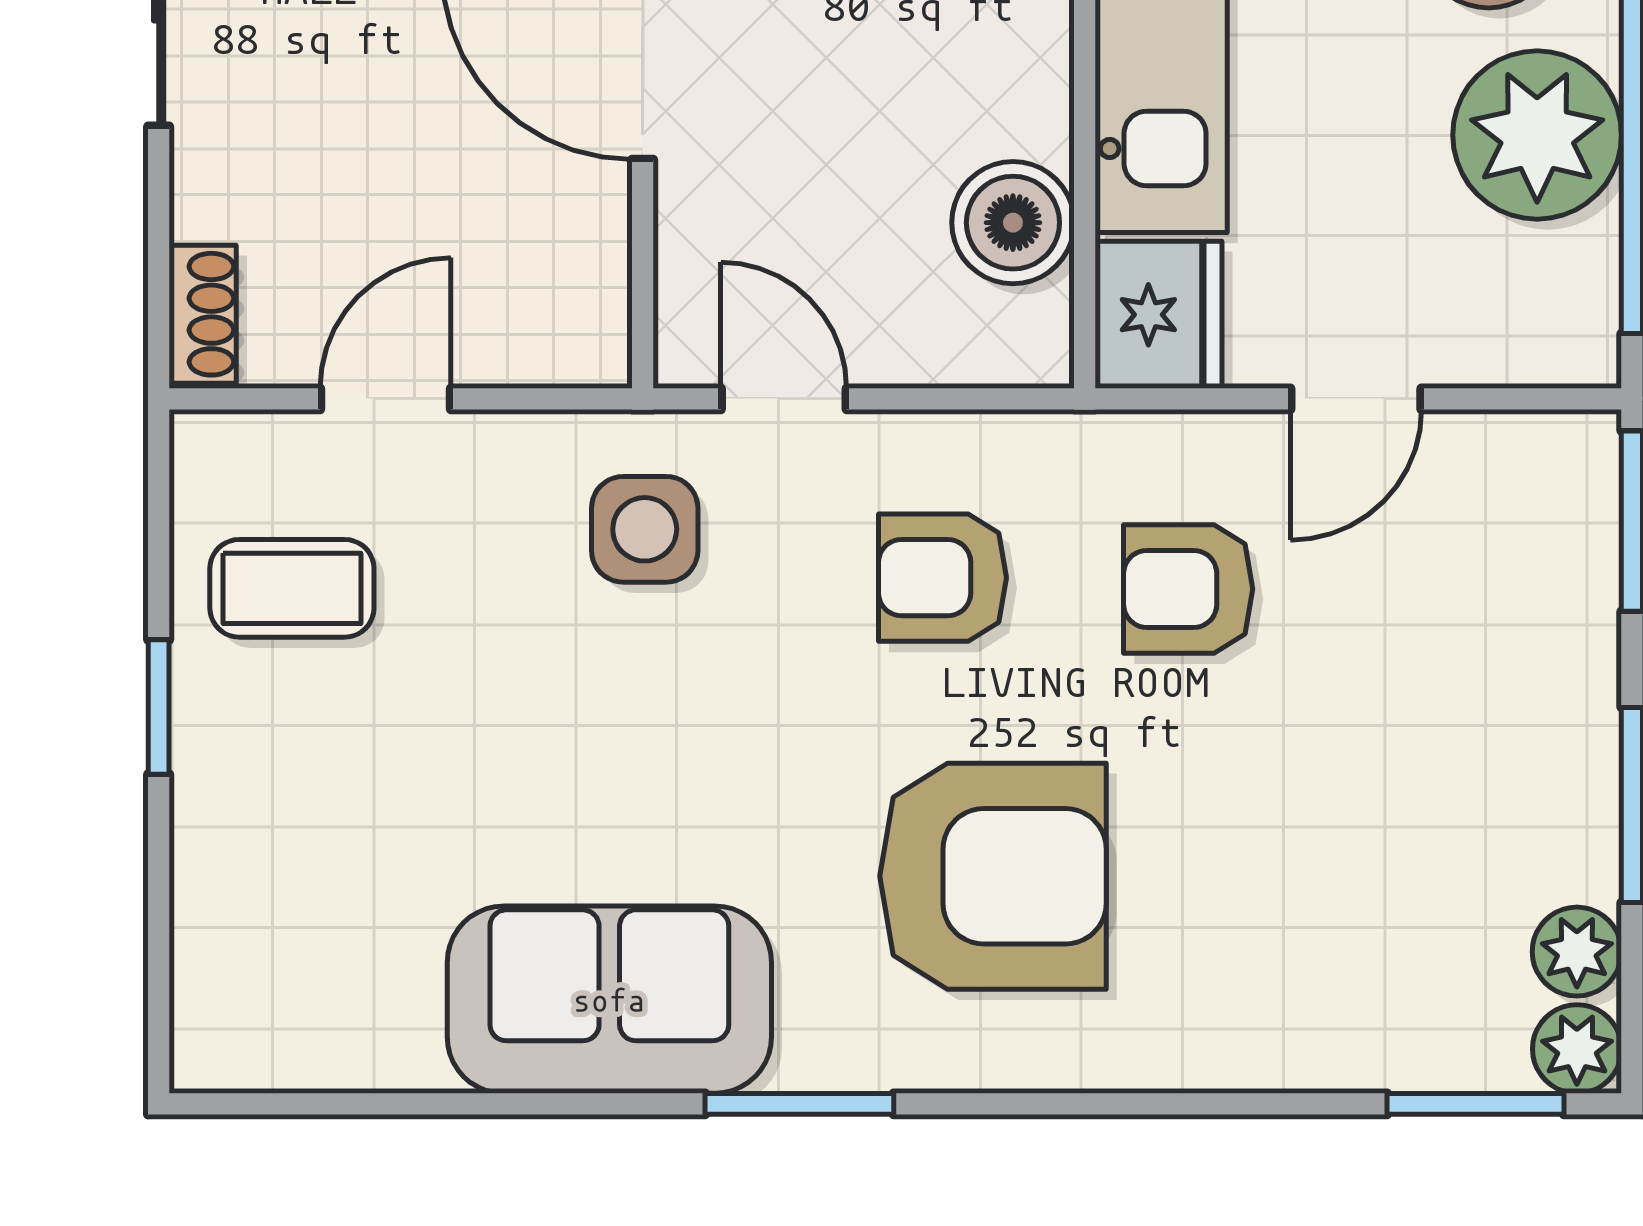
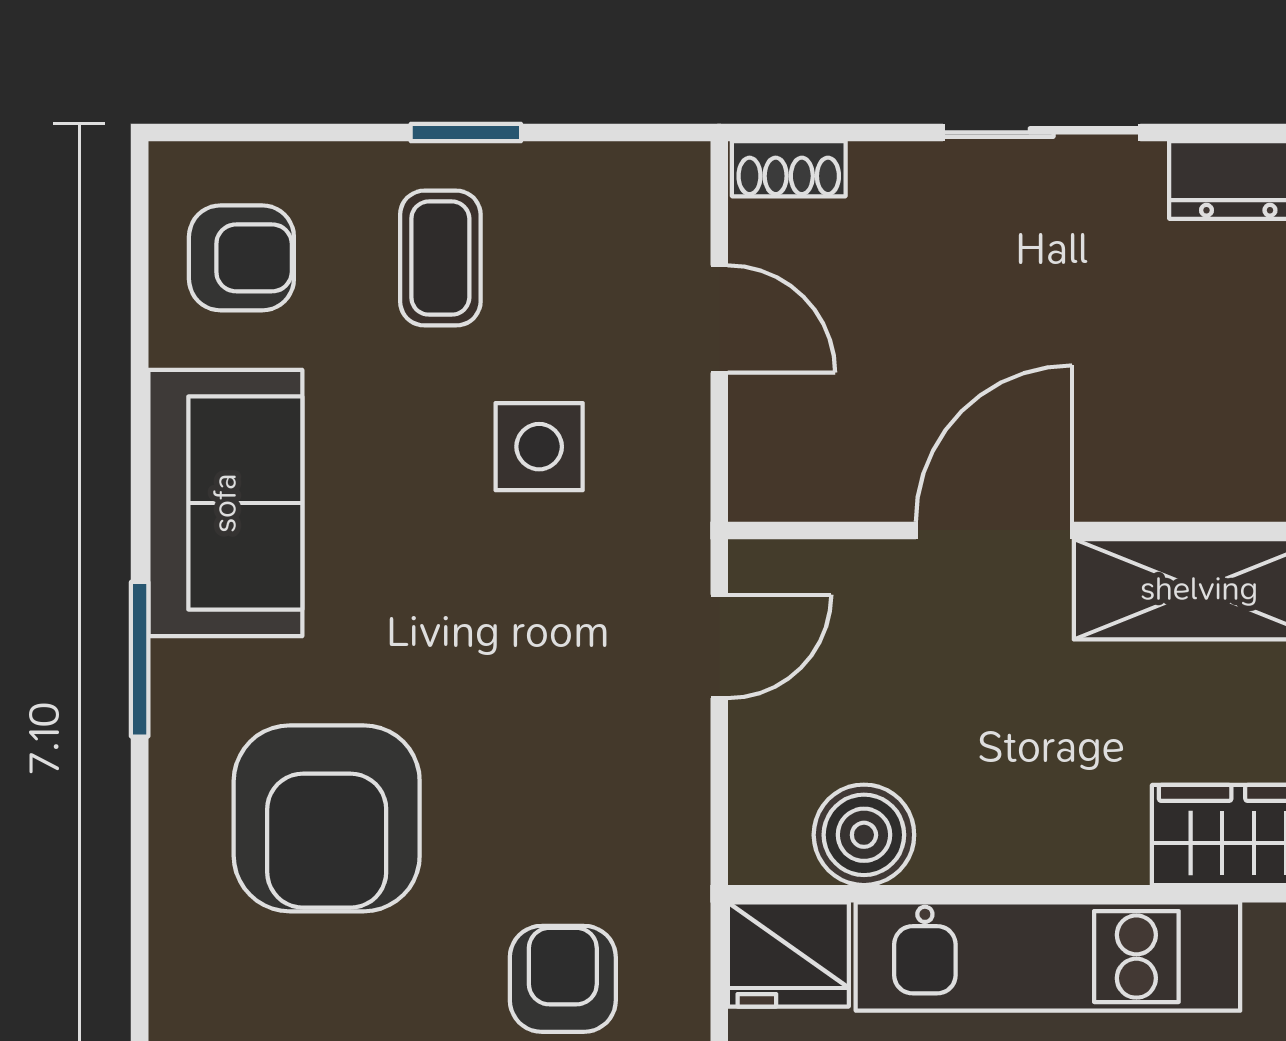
side table: (645, 529) -> (539, 447), moved
armchair: (943, 578) -> (241, 258), moved, turned 90
coffee table: (292, 588) -> (440, 258), moved

